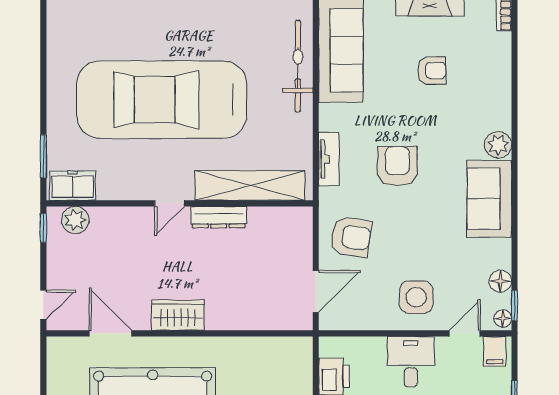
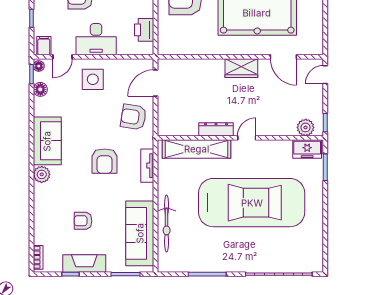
desk: (411, 362) -> (96, 39), width x1.37

